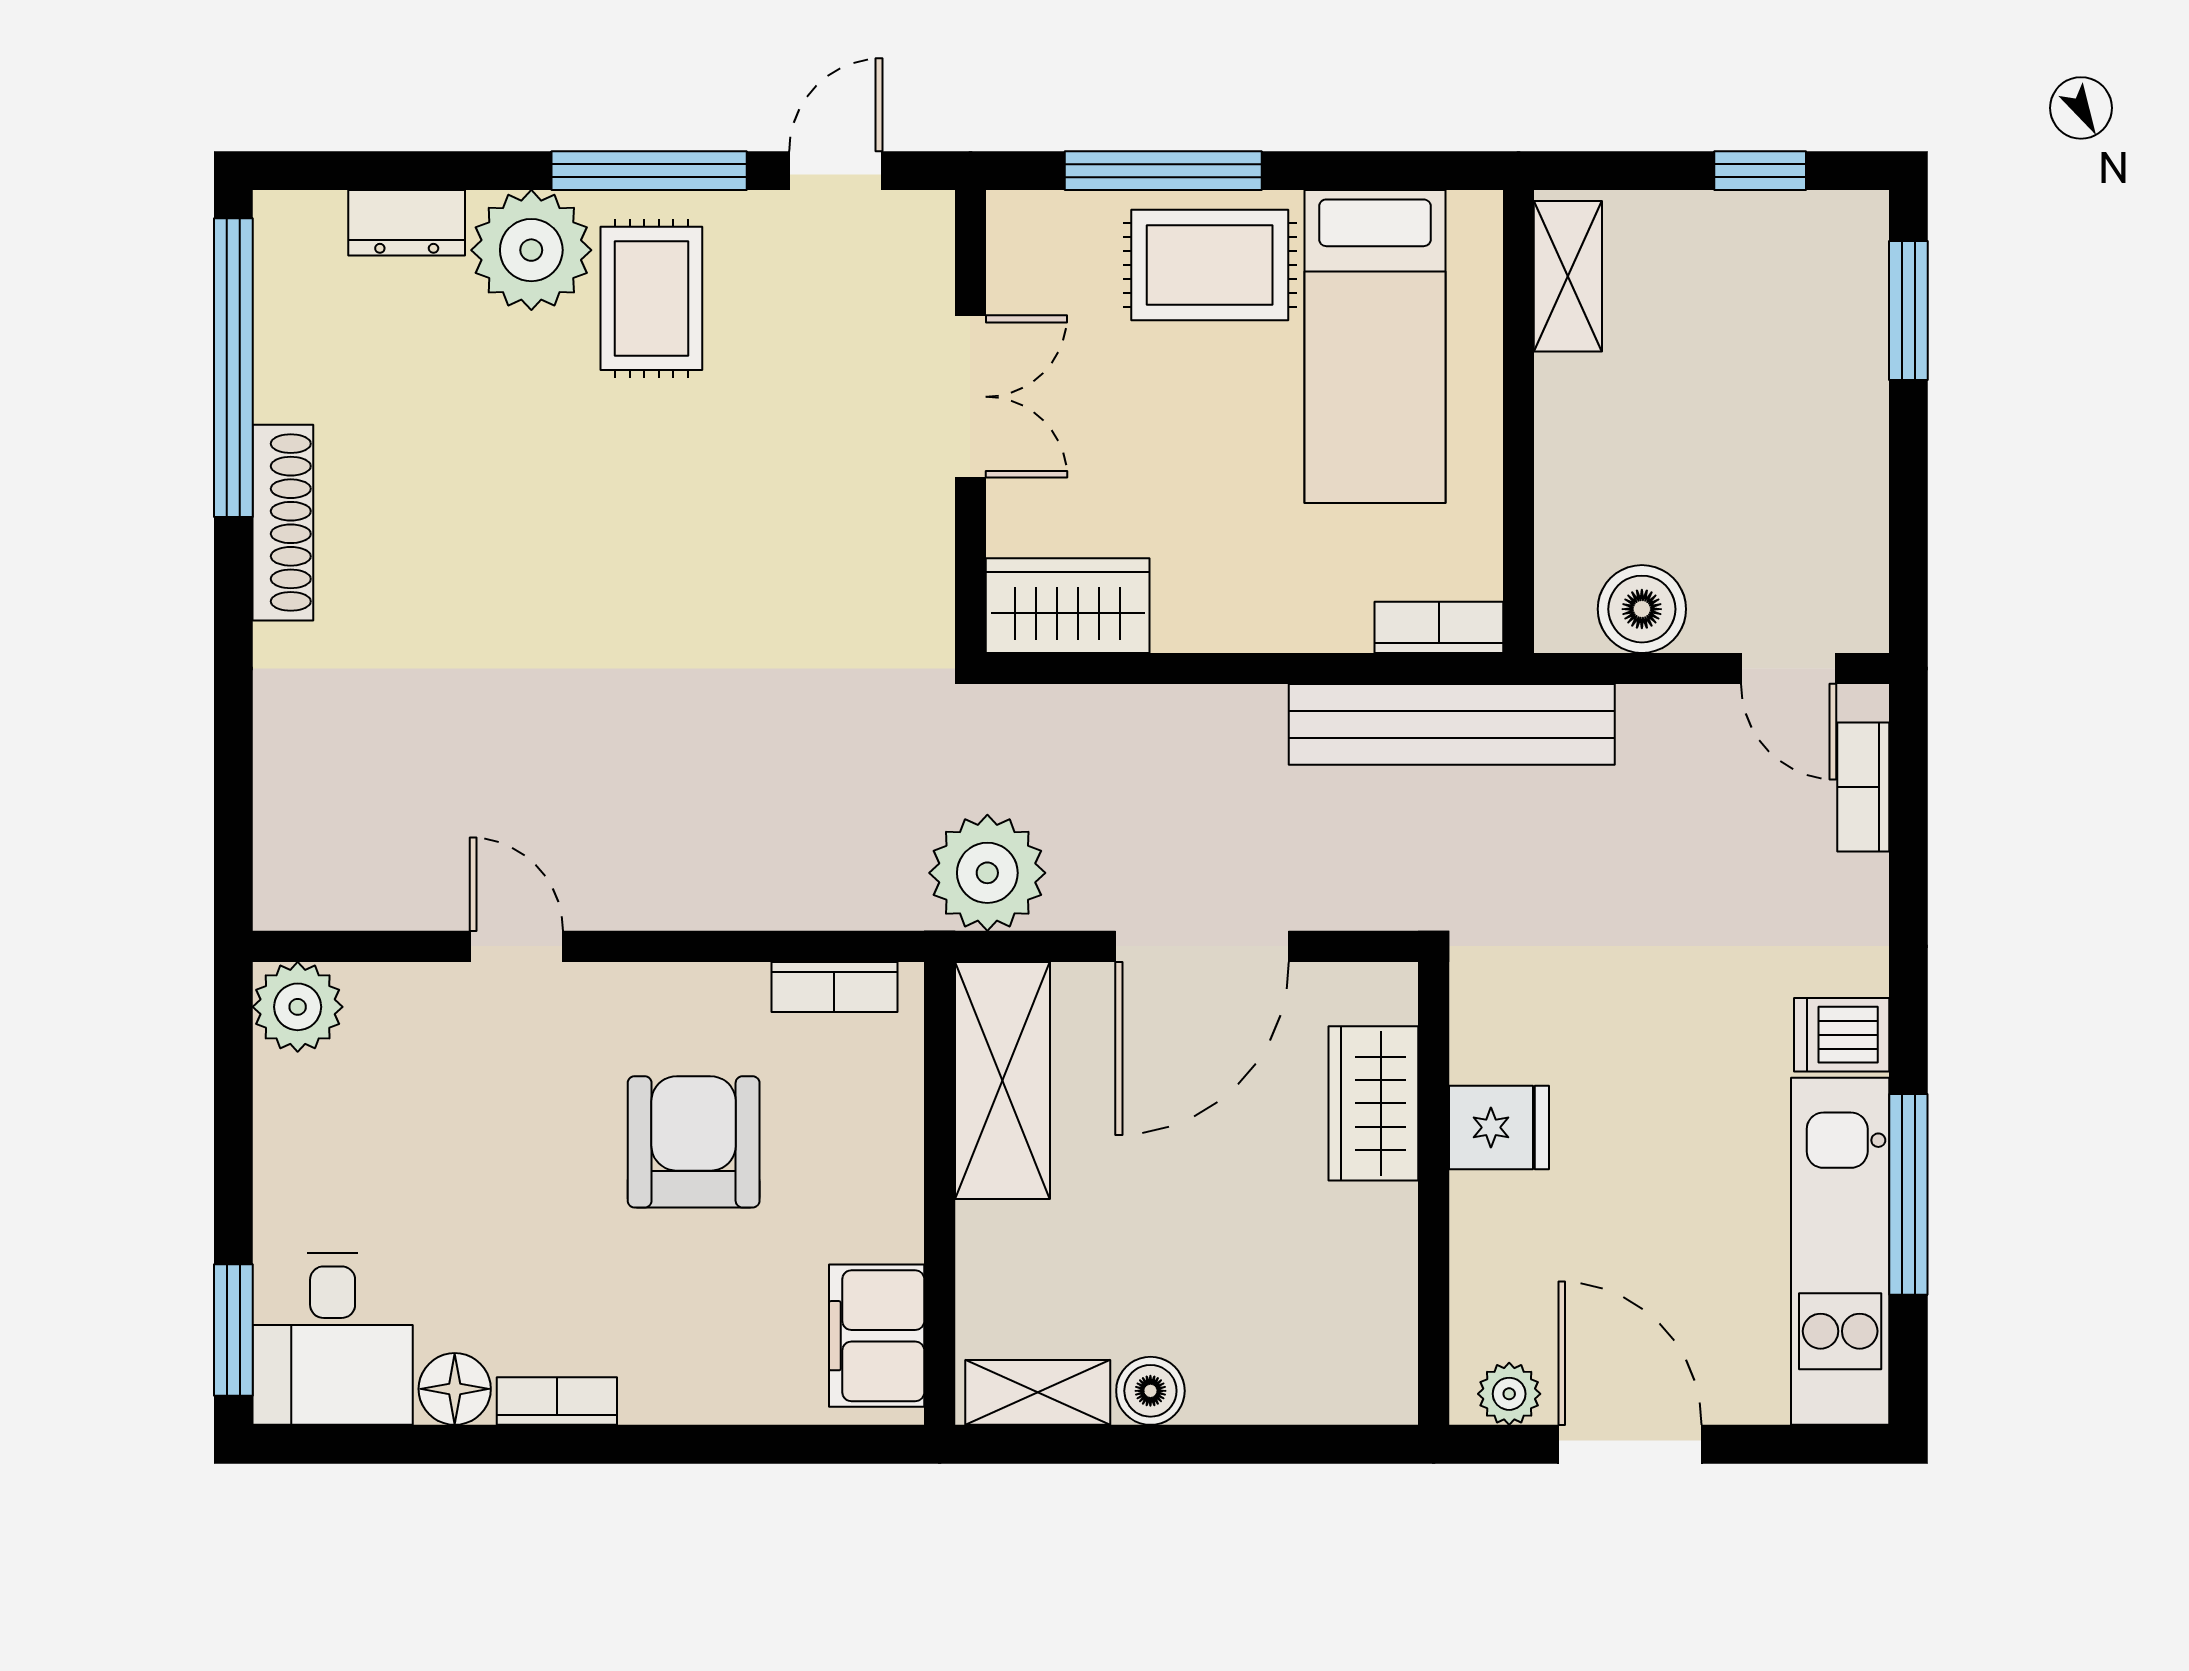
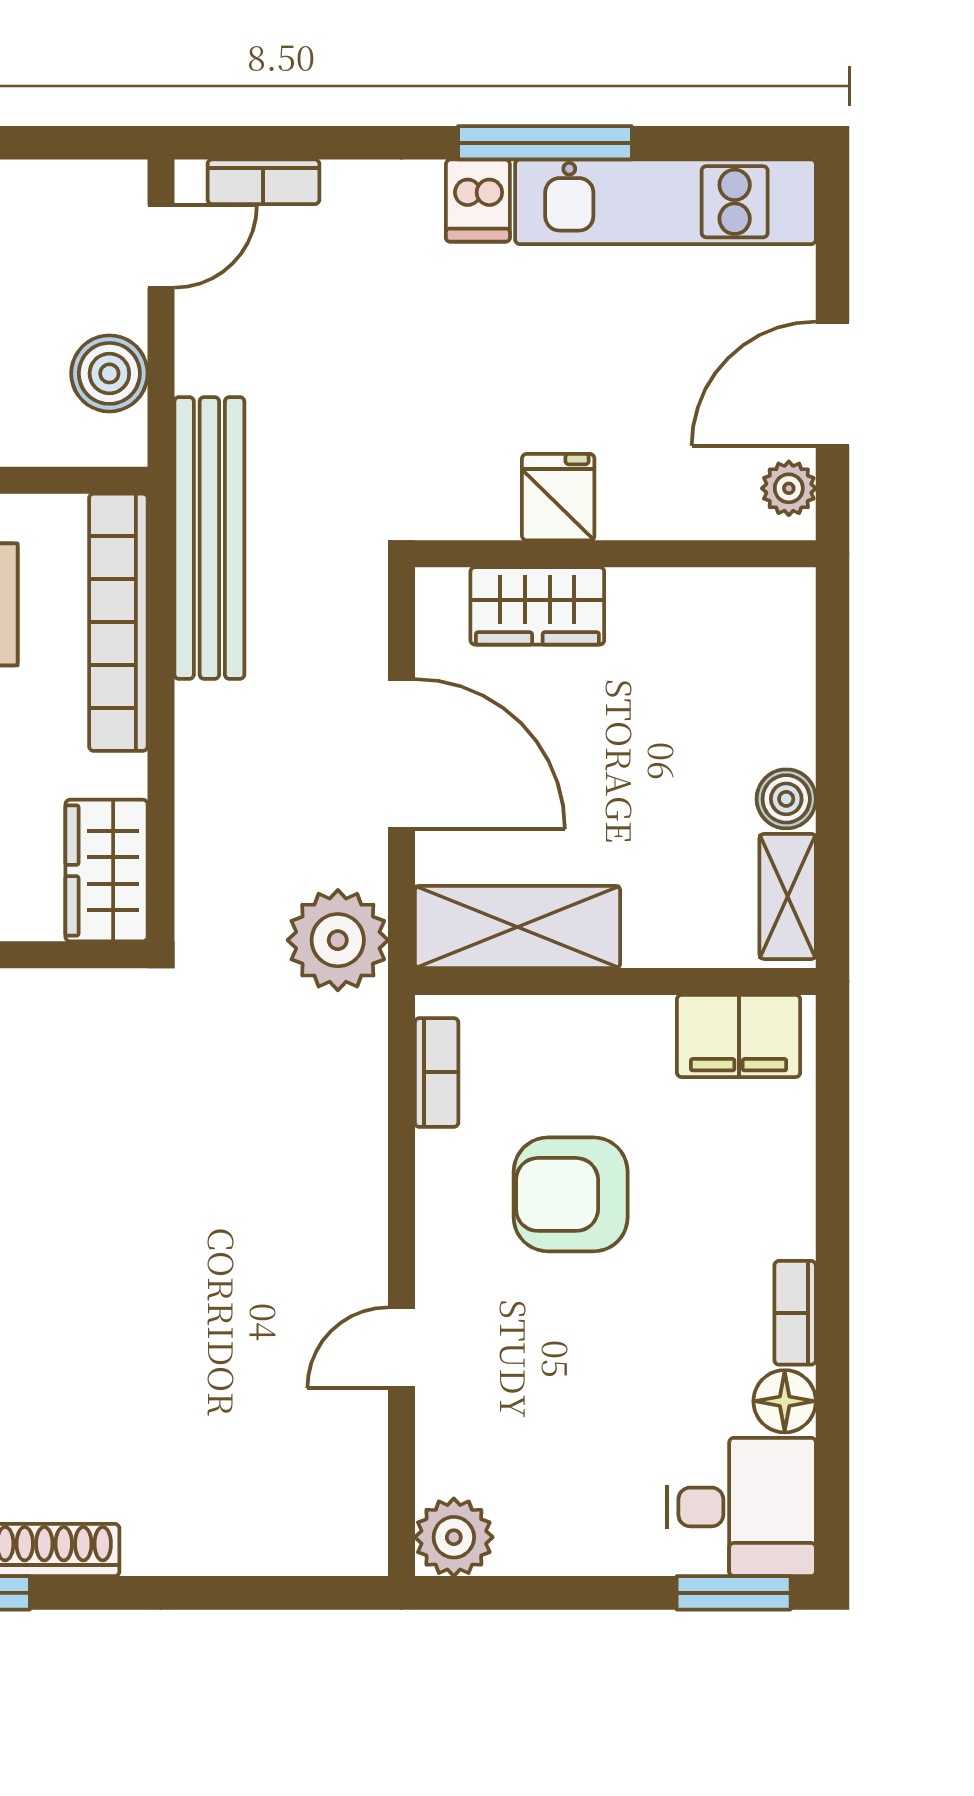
bookcase: (1439, 627) -> (118, 622), width x2.31, depth x1.31
window: (1908, 1194) -> (545, 143), moved

